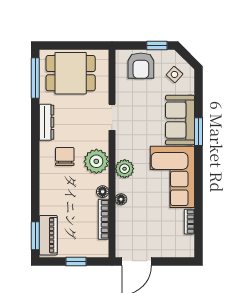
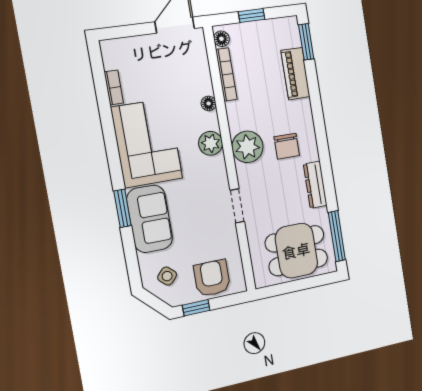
floor lamp: (103, 192) -> (221, 39), moved
piano: (48, 235) -> (295, 74), moved

